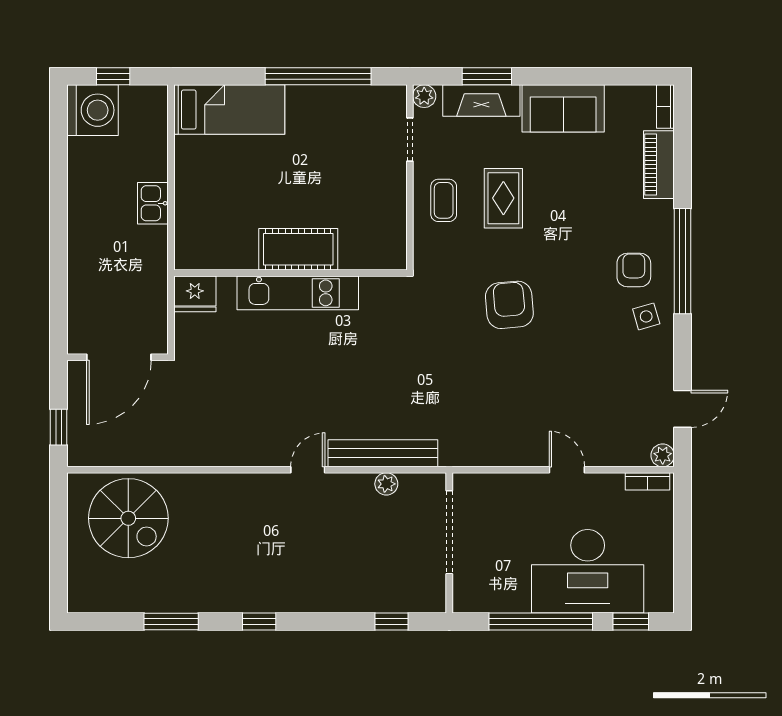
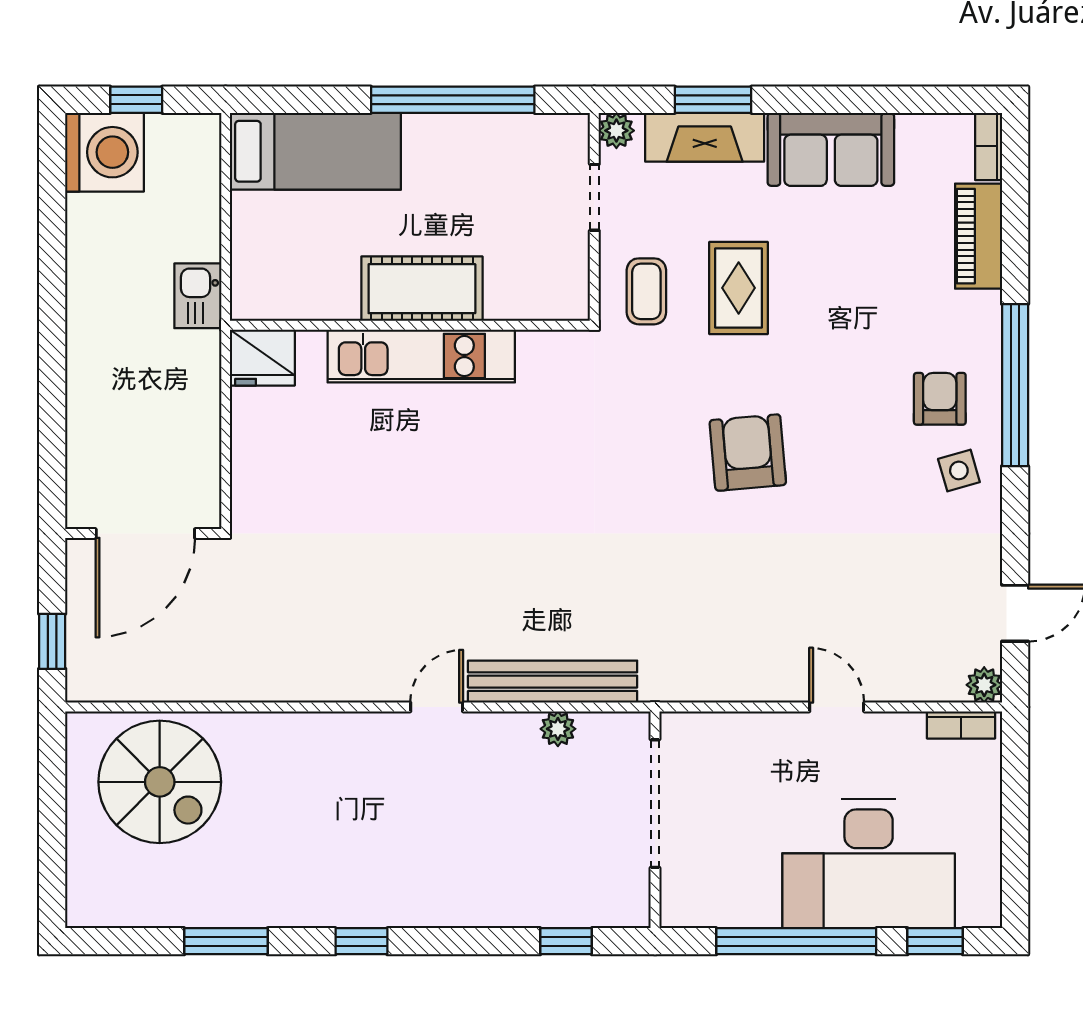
cot: (298, 249) -> (422, 289), moved
wall: (290, 273) -> (410, 325), moved
kitchen unit: (298, 293) -> (421, 356), moved
fridge: (195, 294) -> (262, 358), moved

